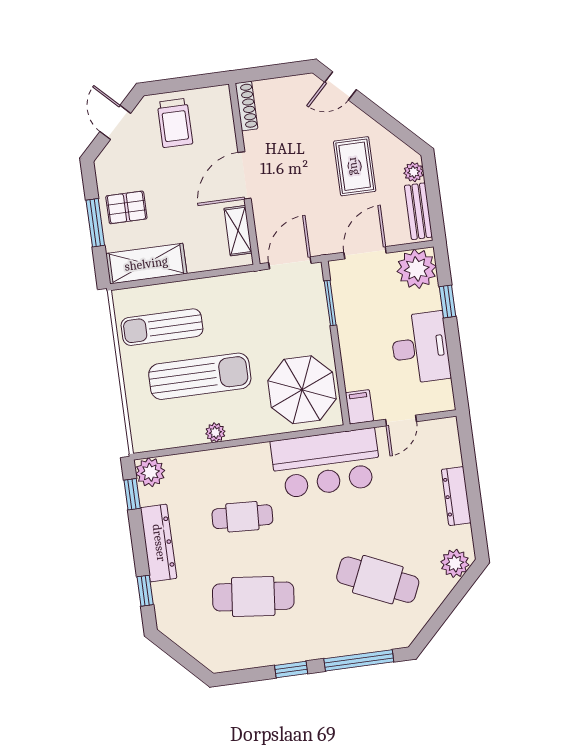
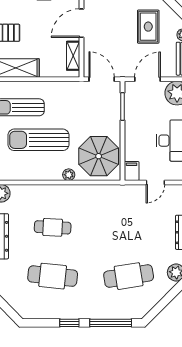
door: (290, 263) -> (102, 79), hinge flipped
sun lounger: (200, 376) -> (38, 140), turned 180
plant: (215, 432) -> (69, 175), moved
bar counter: (326, 463) -> (107, 202), removed
cafe table: (378, 580) -> (129, 276), turned -33

